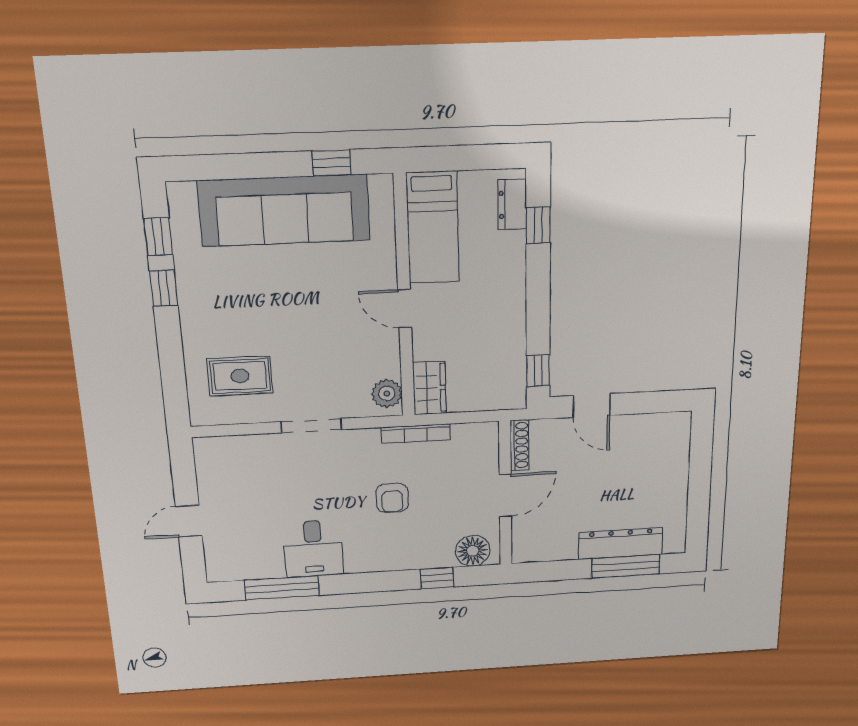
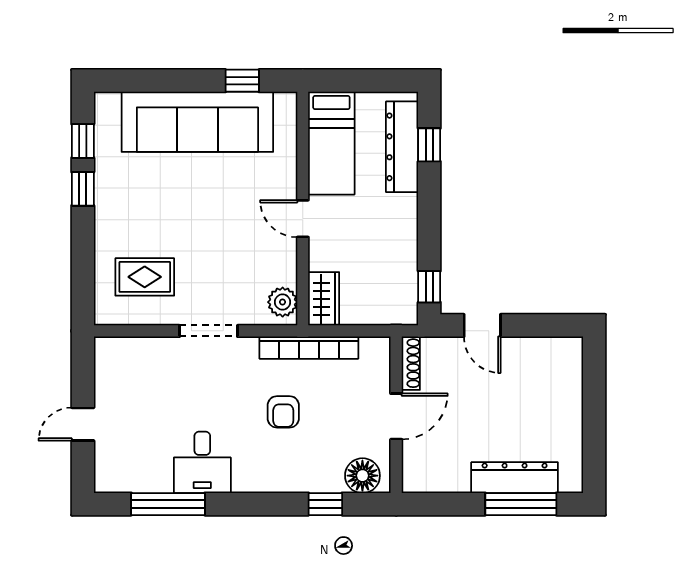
dresser: (512, 204) -> (402, 147), width x1.96, depth x1.24
bookcase: (416, 434) -> (309, 348), width x1.48, depth x1.31

